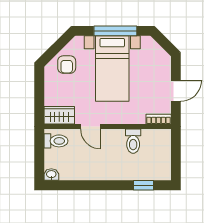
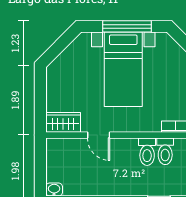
armchair: (67, 65) -> (72, 65), removed
toilet: (56, 141) -> (165, 151), moved, turned 90

